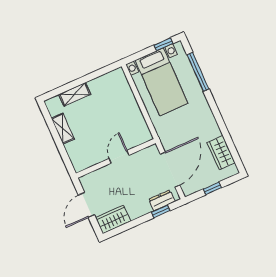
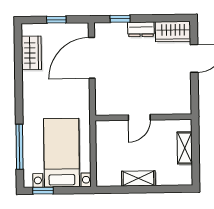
shelving: (75, 94) -> (138, 178), moved
door: (119, 157) -> (139, 117), moved
wall: (116, 158) -> (143, 117), moved
dresser: (162, 200) -> (141, 29), moved

